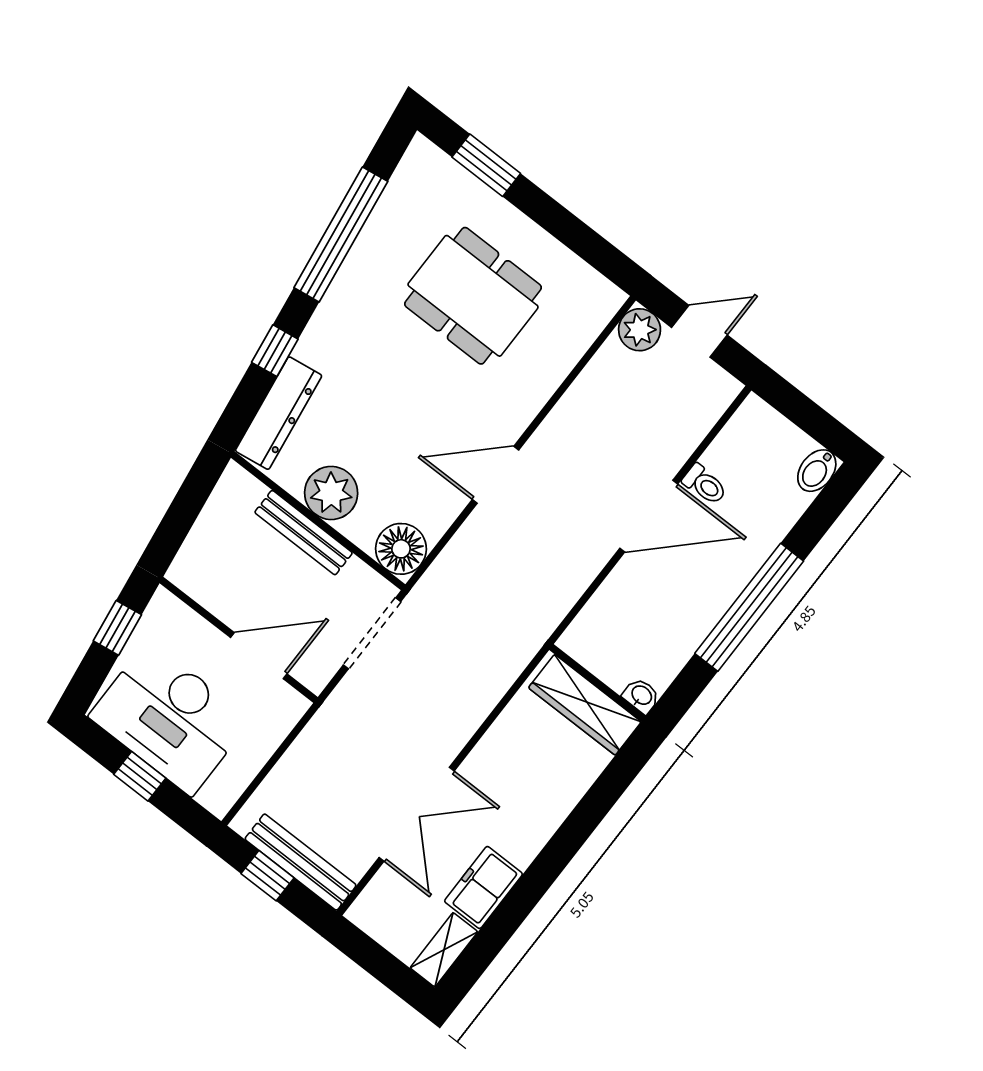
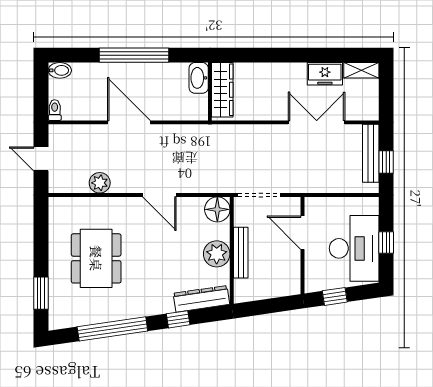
plant: (640, 330) -> (100, 183), moved
toilet: (705, 484) -> (55, 110), moved
washbasin: (641, 696) -> (199, 78), width x1.91, depth x1.45

